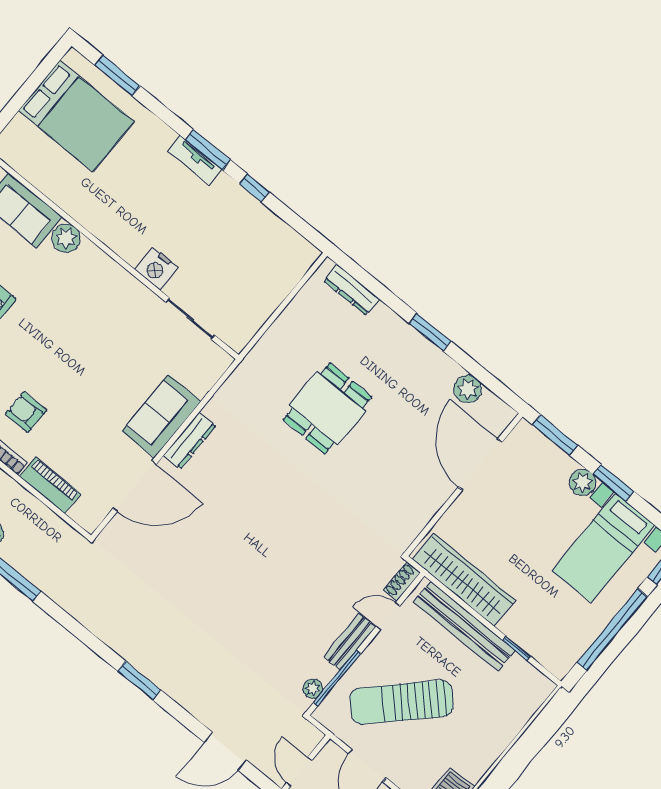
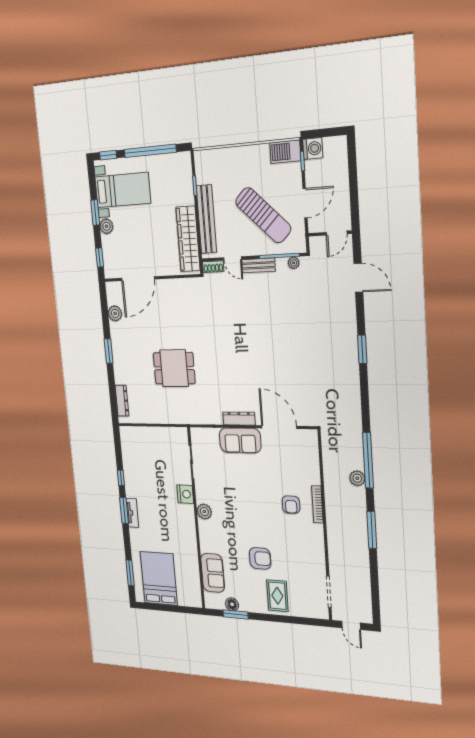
plant: (66, 238) -> (204, 512), moved
window: (555, 435) -> (100, 257), width x0.67
piano: (50, 485) -> (312, 467), removed

